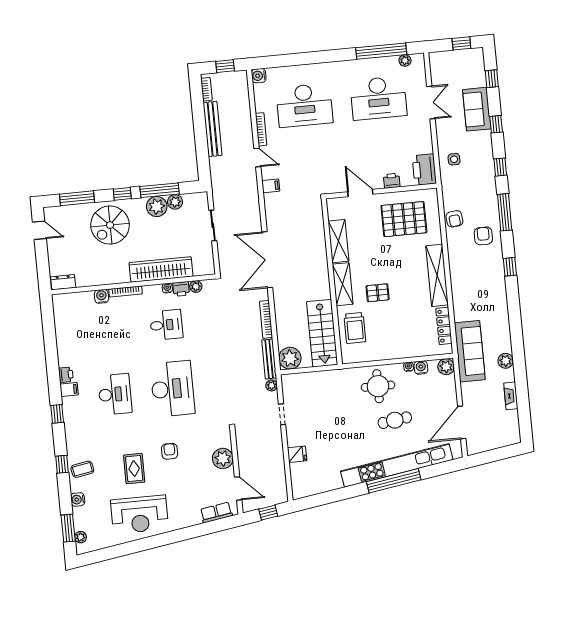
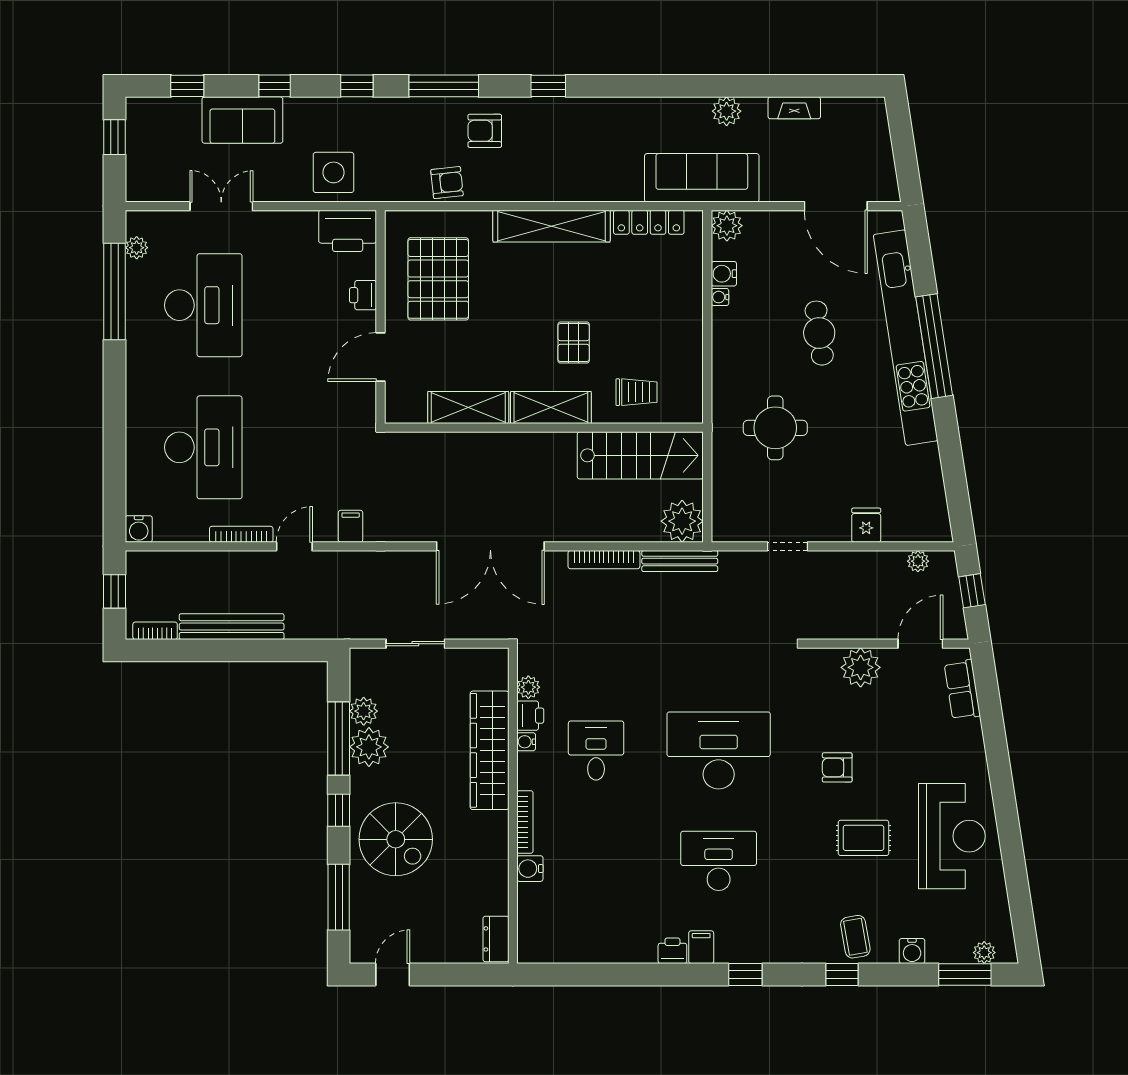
side table: (454, 159) -> (333, 172), width x1.87, depth x1.87
trolley: (355, 328) -> (636, 392), width x0.73, depth x0.72
plant: (272, 385) -> (918, 561), moved
round table: (378, 386) -> (775, 428), moved

